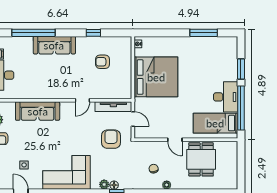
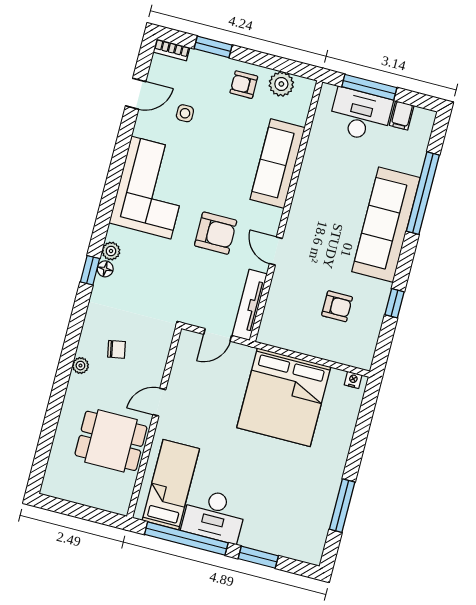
sofa: (54, 45) -> (386, 225), width x1.36, depth x1.27
armchair: (103, 62) -> (337, 306), turned 90
armchair: (111, 139) -> (216, 233), moved

